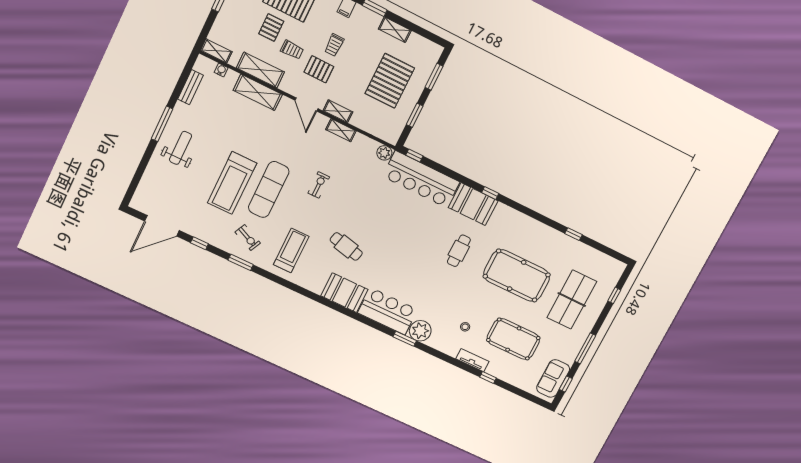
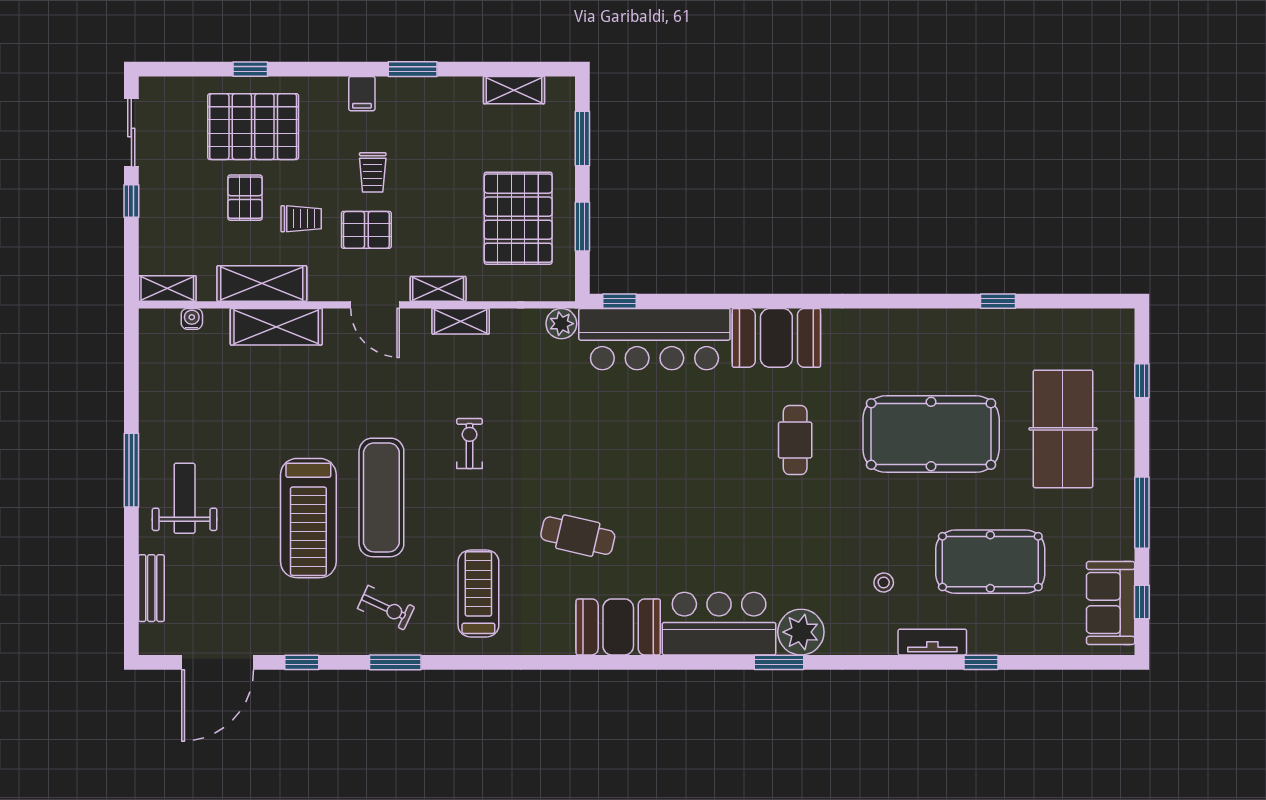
shelving: (395, 30) -> (514, 90), moved
pallet: (390, 81) -> (518, 218), moved
bench: (190, 87) -> (151, 588), moved
window: (490, 193) -> (798, 301), removed

